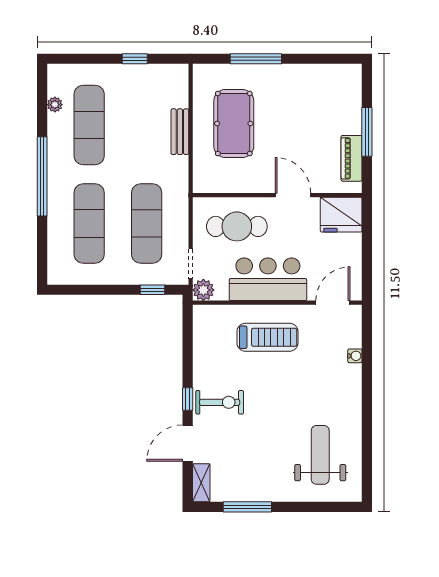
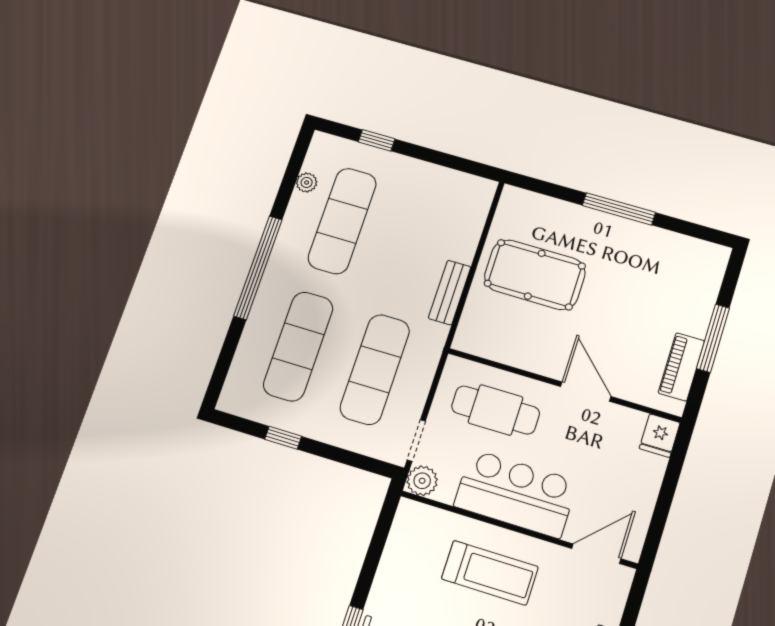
window: (135, 59) -> (377, 140), moved
window: (256, 59) -> (619, 209), moved
pool table: (234, 124) -> (535, 275), turned 90
bench: (180, 132) -> (450, 293), moved
fridge: (341, 215) -> (660, 436), width x0.53, depth x0.75
window: (153, 290) -> (283, 438), moved

